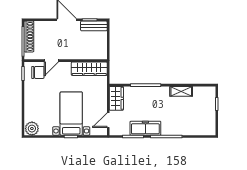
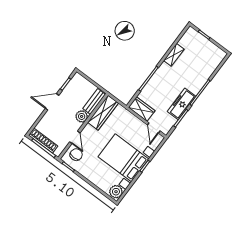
bench: (94, 26) -> (94, 101), moved
plant: (73, 53) -> (82, 116), added
bed with nightstands: (71, 114) -> (123, 158), width x1.36

